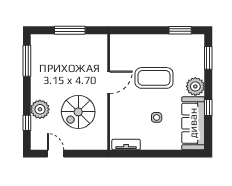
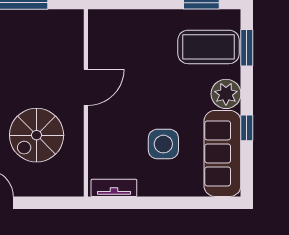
coffee table: (154, 78) -> (209, 47), moved
side table: (157, 117) -> (163, 144), width x1.87, depth x1.87

